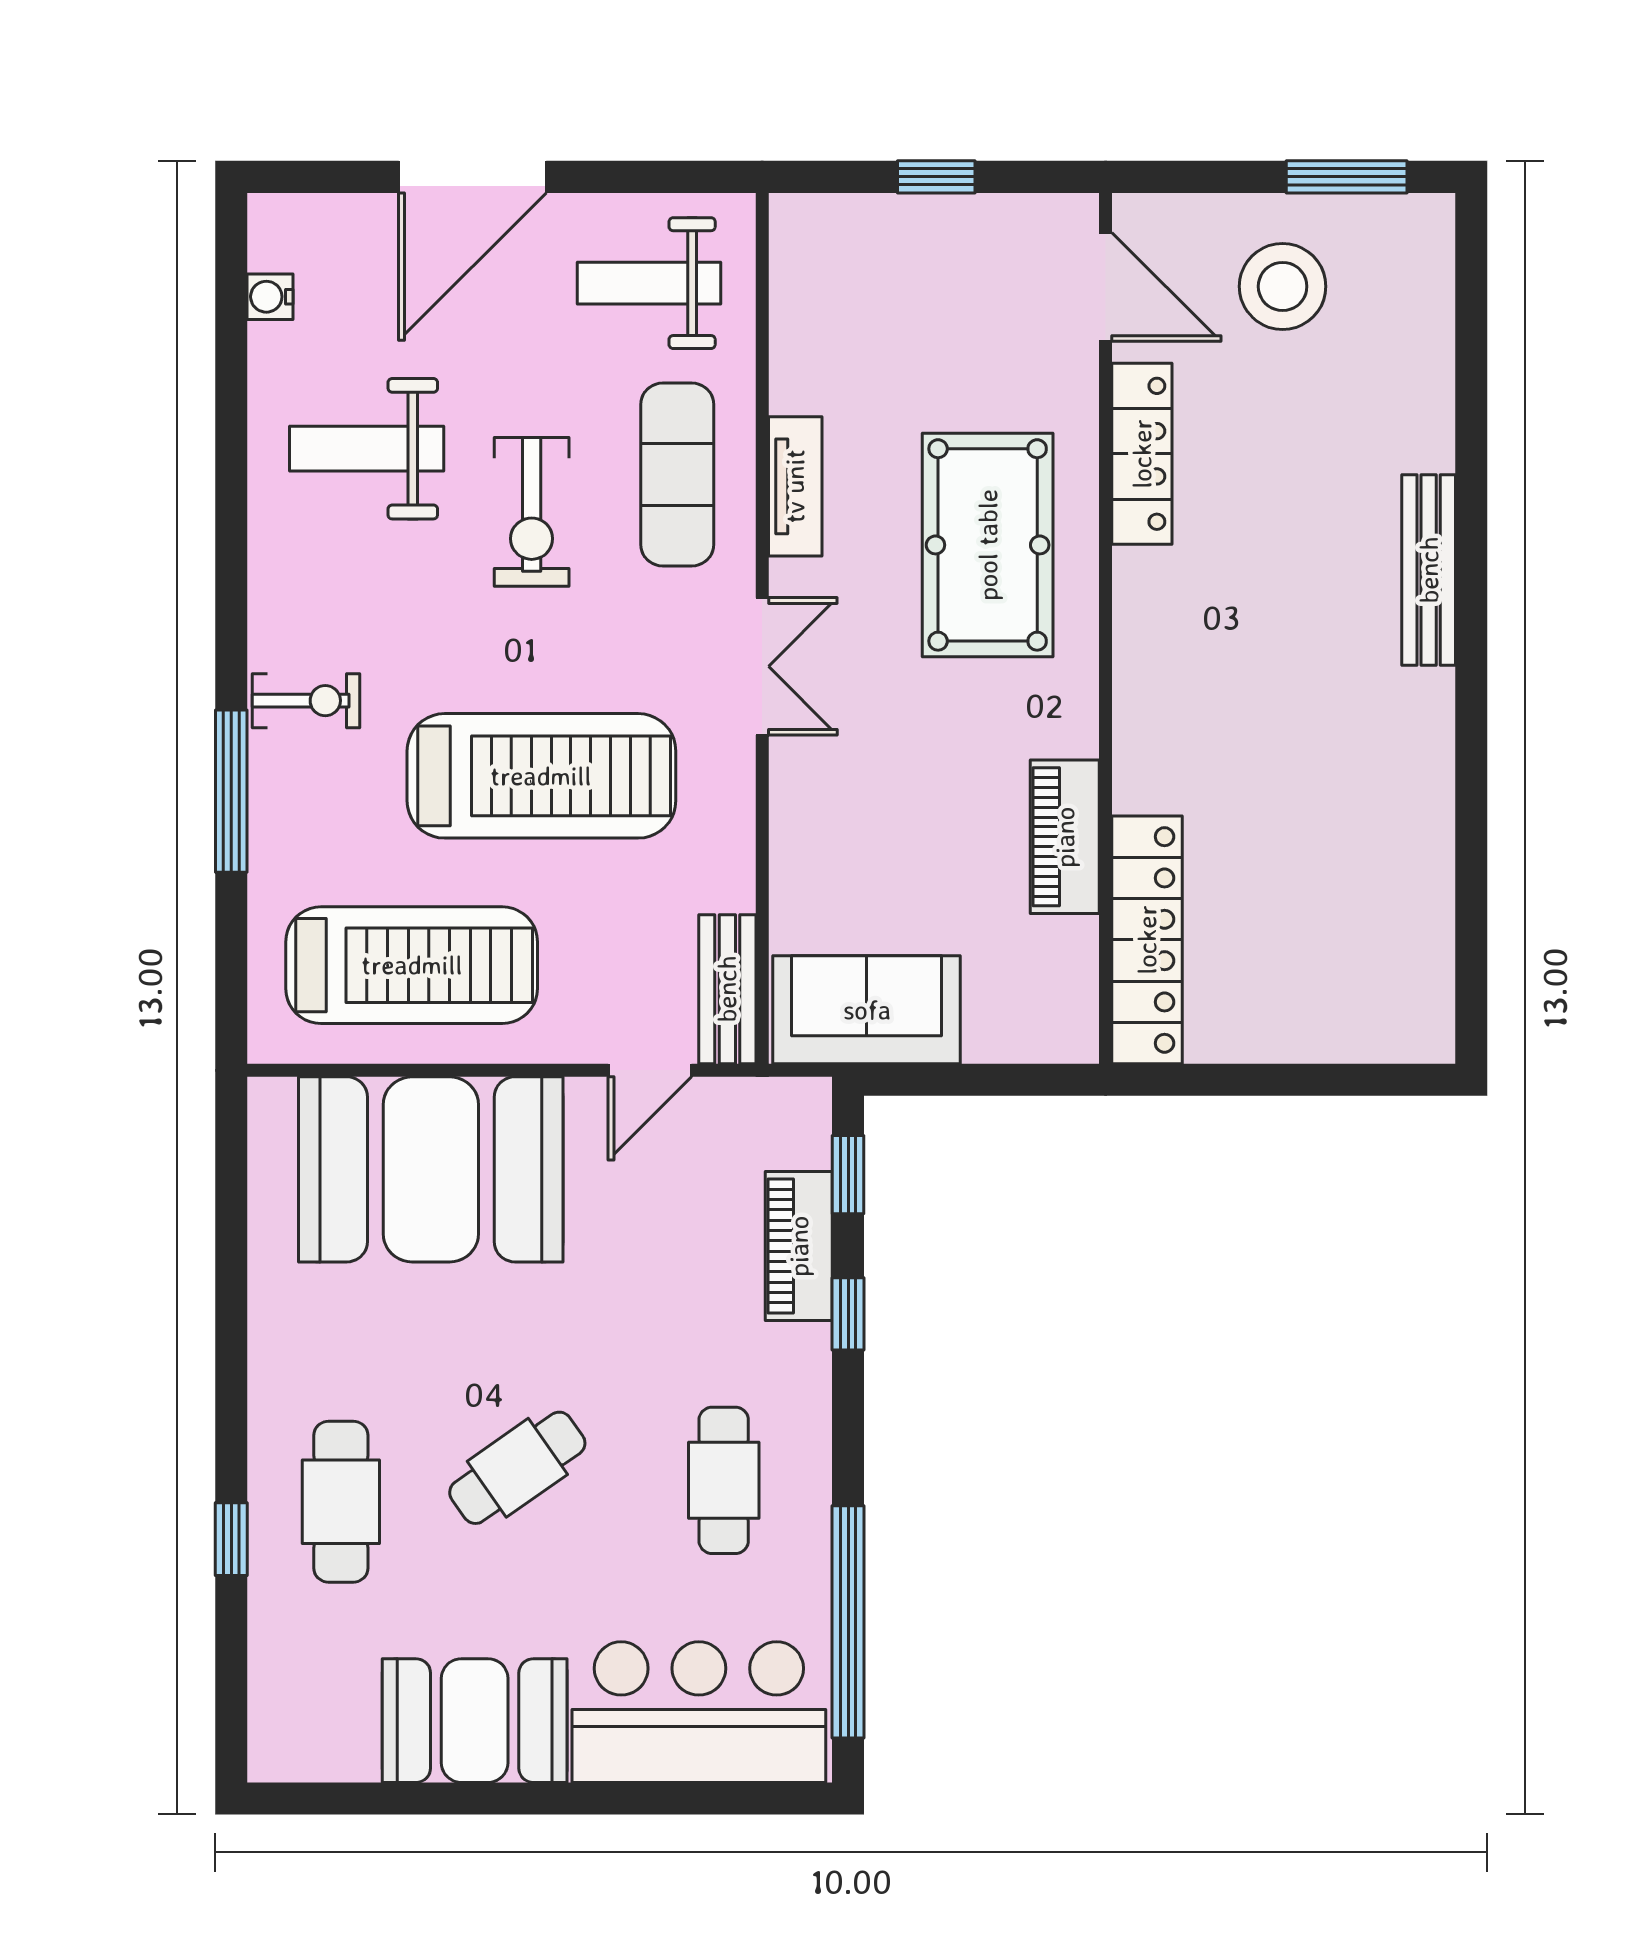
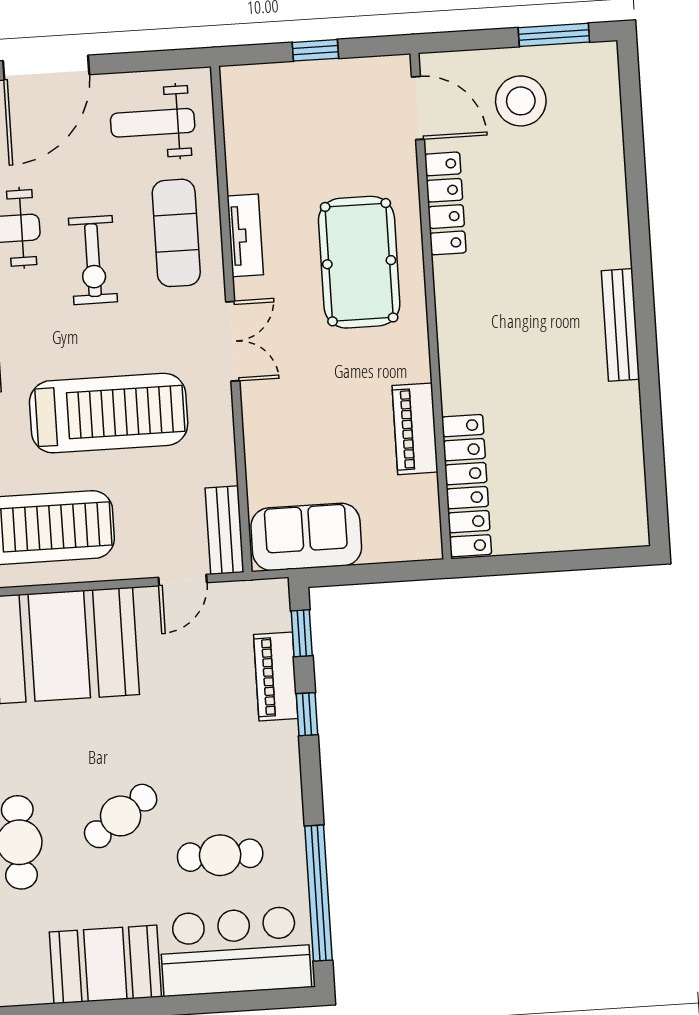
bench: (1429, 570) -> (620, 325), moved
cafe table: (724, 1480) -> (220, 855), moved, turned 90

